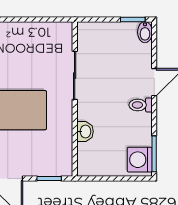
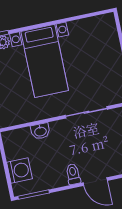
washing machine: (140, 160) -> (20, 170), moved, turned 90

